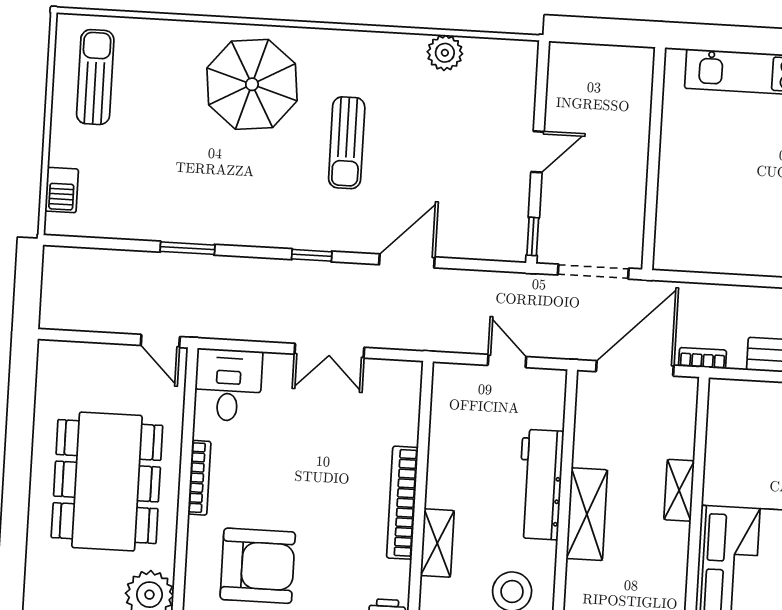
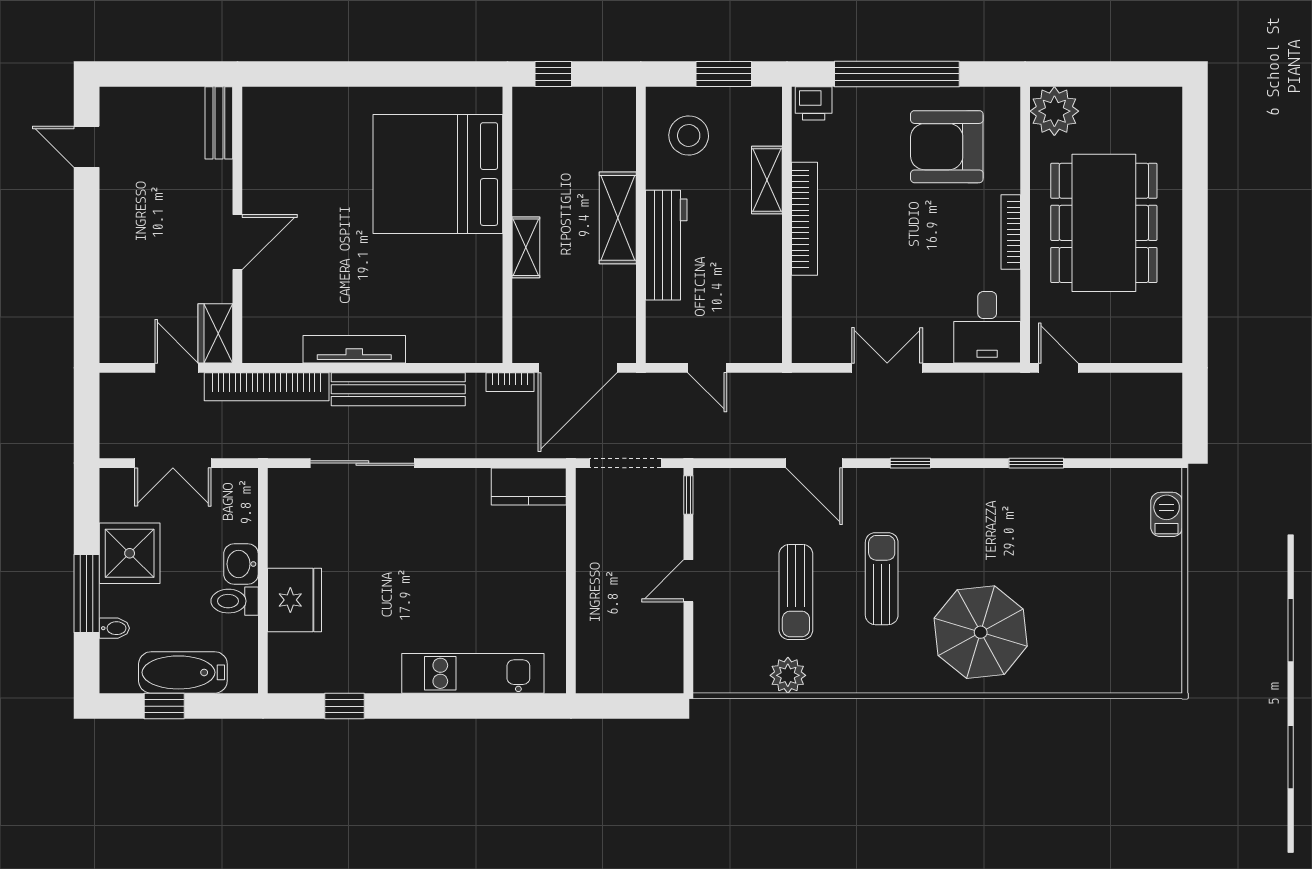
sun lounger: (95, 77) -> (796, 592), moved
kitchen counter: (690, 254) -> (529, 487), added
door: (407, 261) -> (814, 463), hinge flipped

